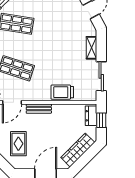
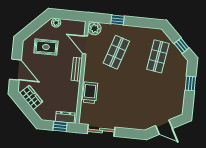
shelving: (91, 48) -> (128, 124), removed
wardrobe: (78, 150) -> (31, 98), width x0.67

